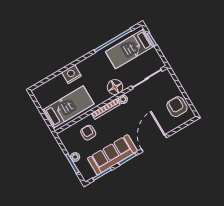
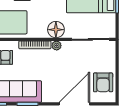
armchair: (177, 107) -> (103, 82), turned 180
door: (154, 143) -> (74, 104), moved

